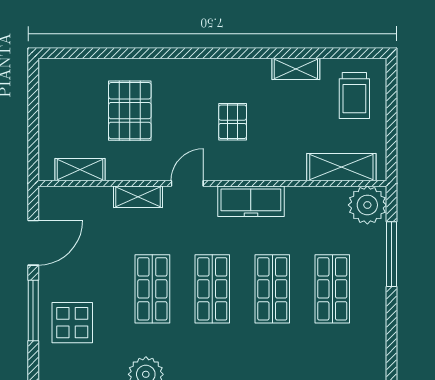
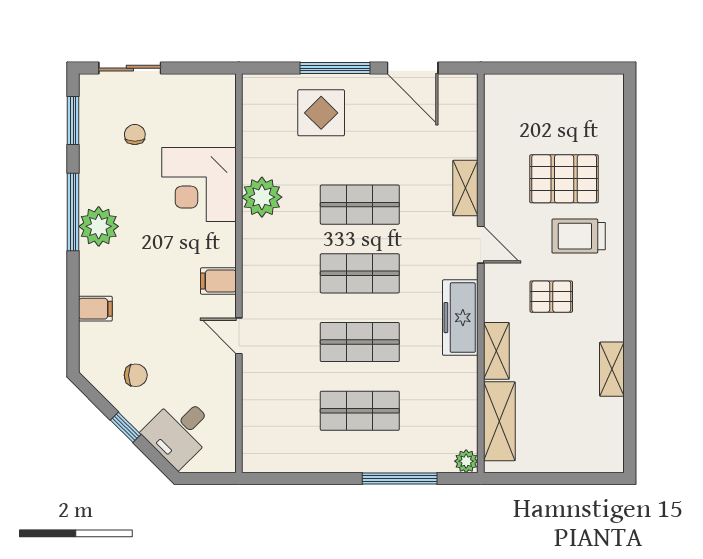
trolley: (354, 95) -> (579, 236), moved
shelving: (80, 170) -> (496, 351), moved
plant: (367, 205) -> (466, 461), width x0.53, depth x0.53

